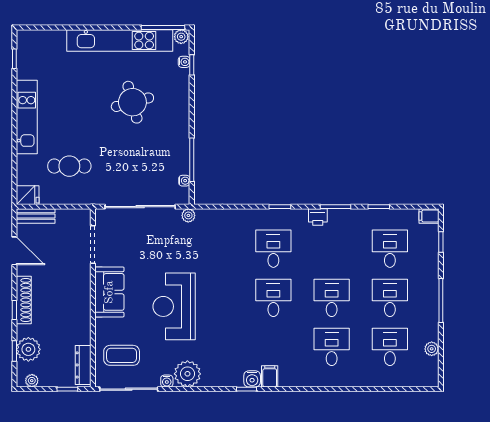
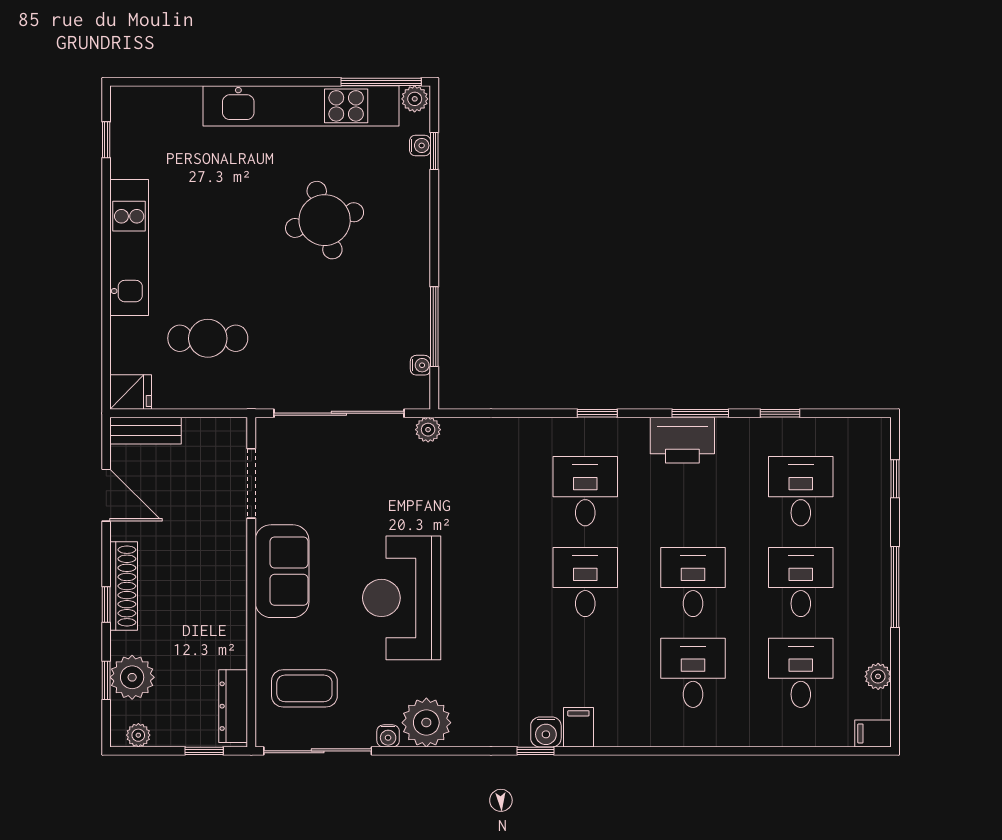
filing cabinet: (429, 216) -> (873, 733), moved
printer: (318, 217) -> (682, 440), width x1.87, depth x1.48

